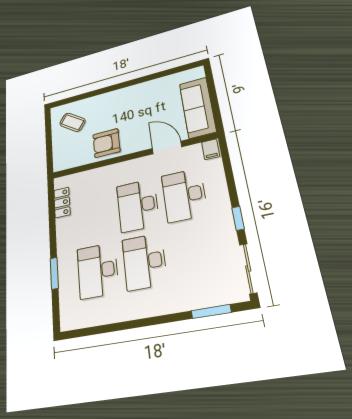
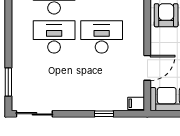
desk: (184, 195) -> (102, 76), removed
window: (238, 218) -> (104, 114), moved

